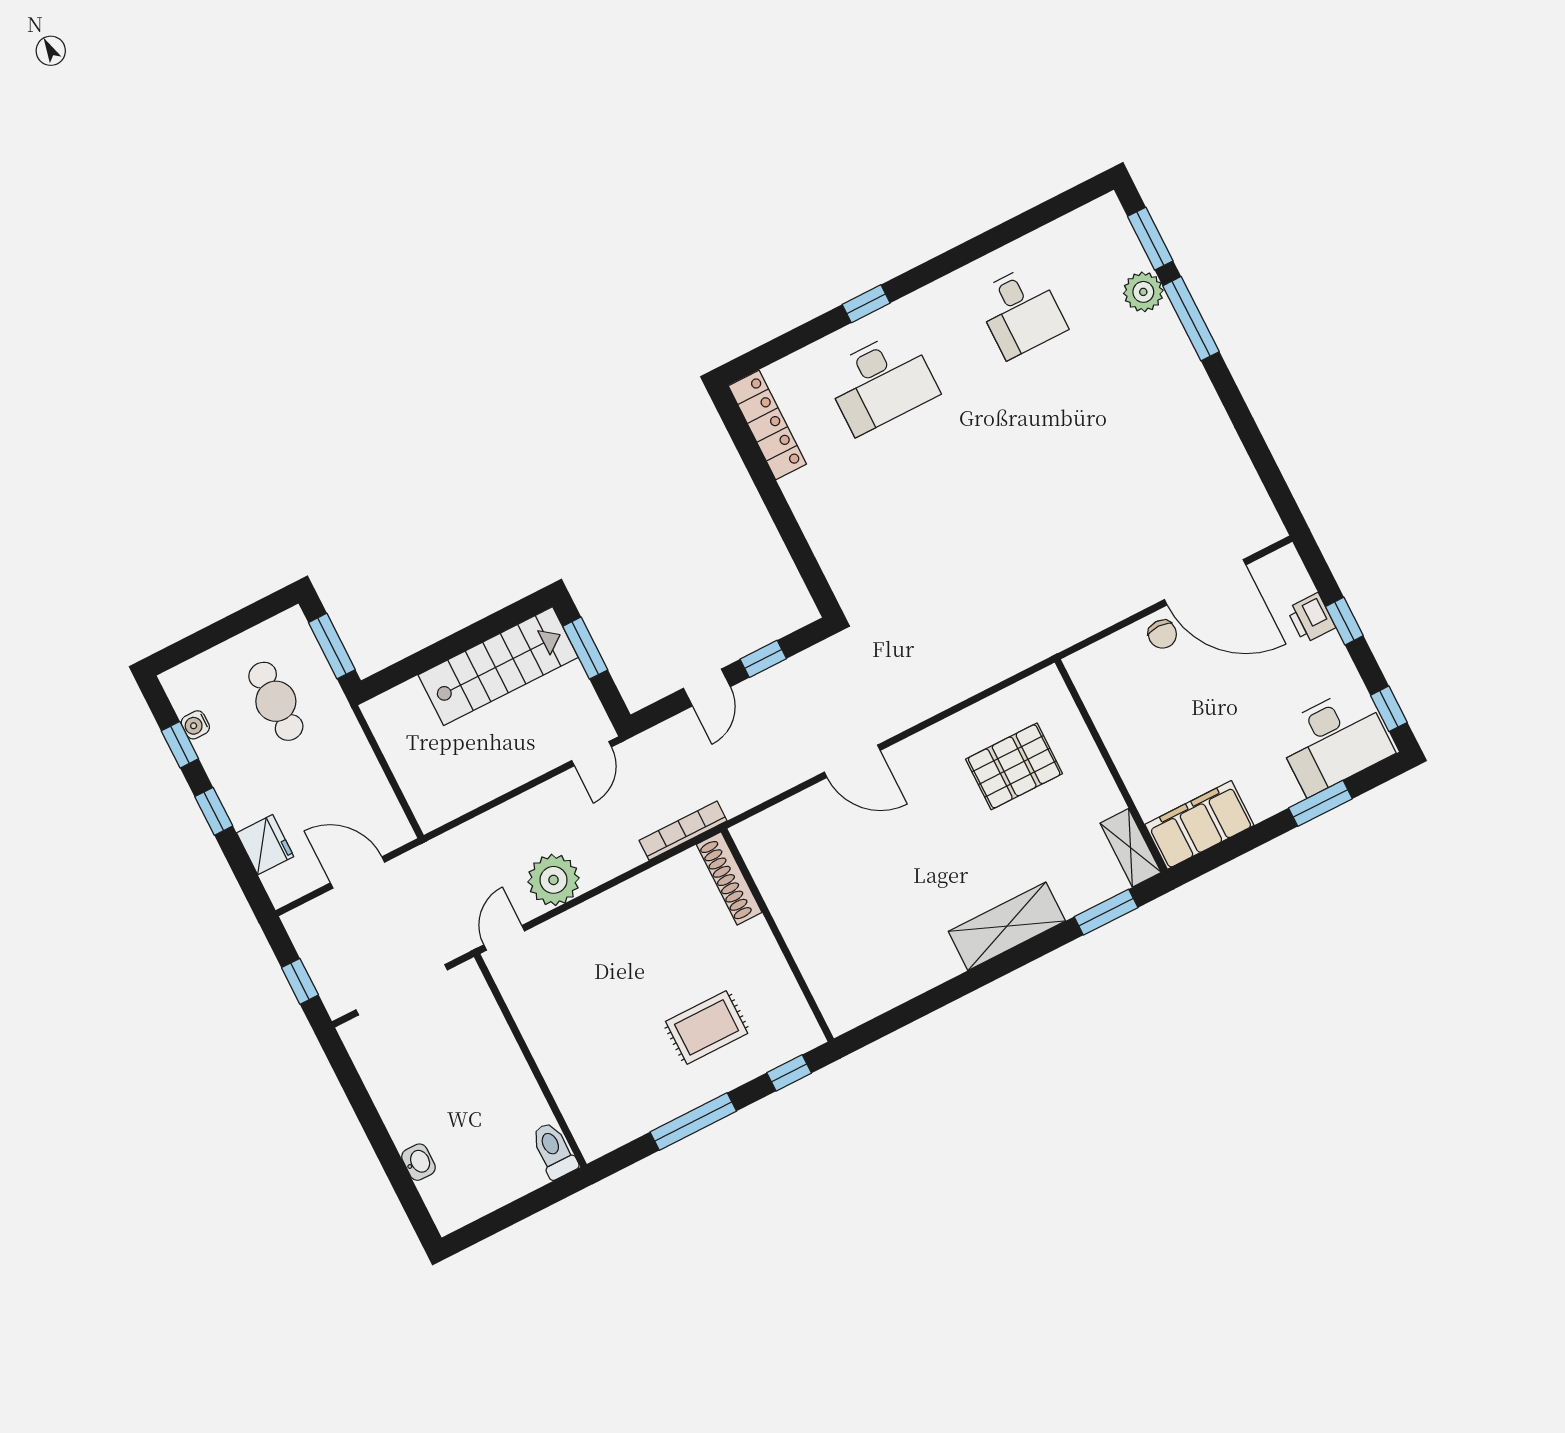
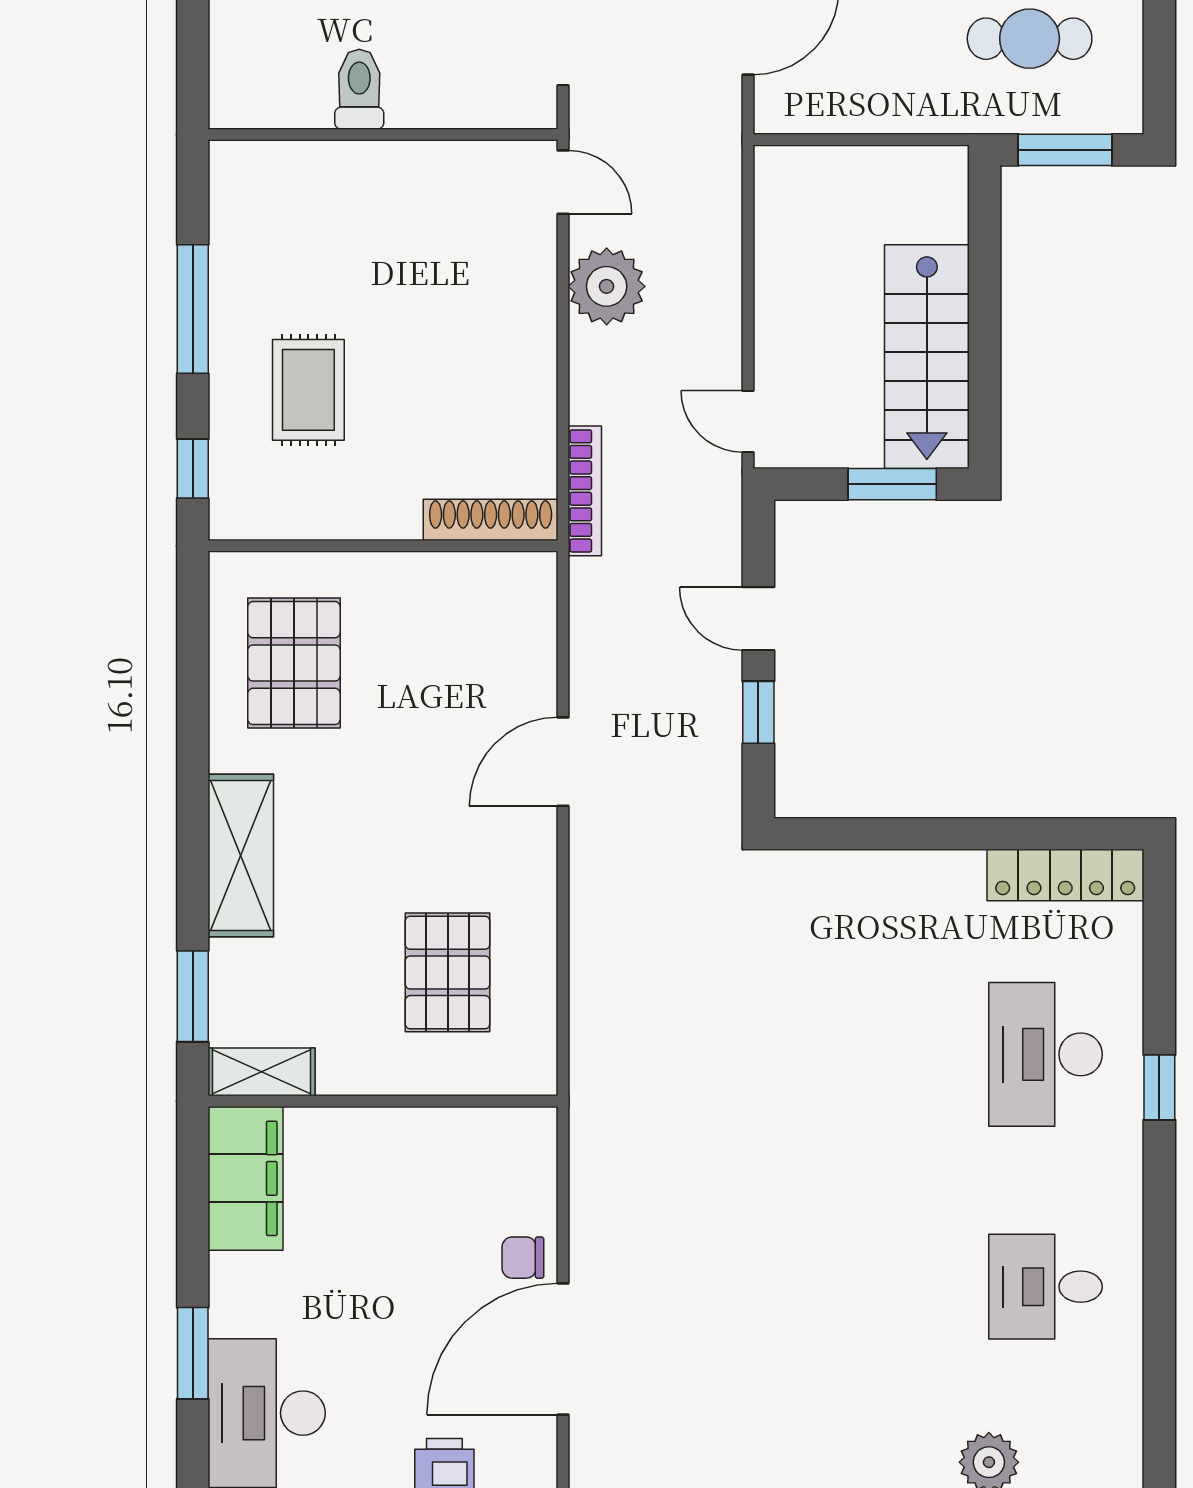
pallet: (875, 953) -> (294, 663), added
toilet: (554, 1150) -> (359, 89), moved, turned -90

